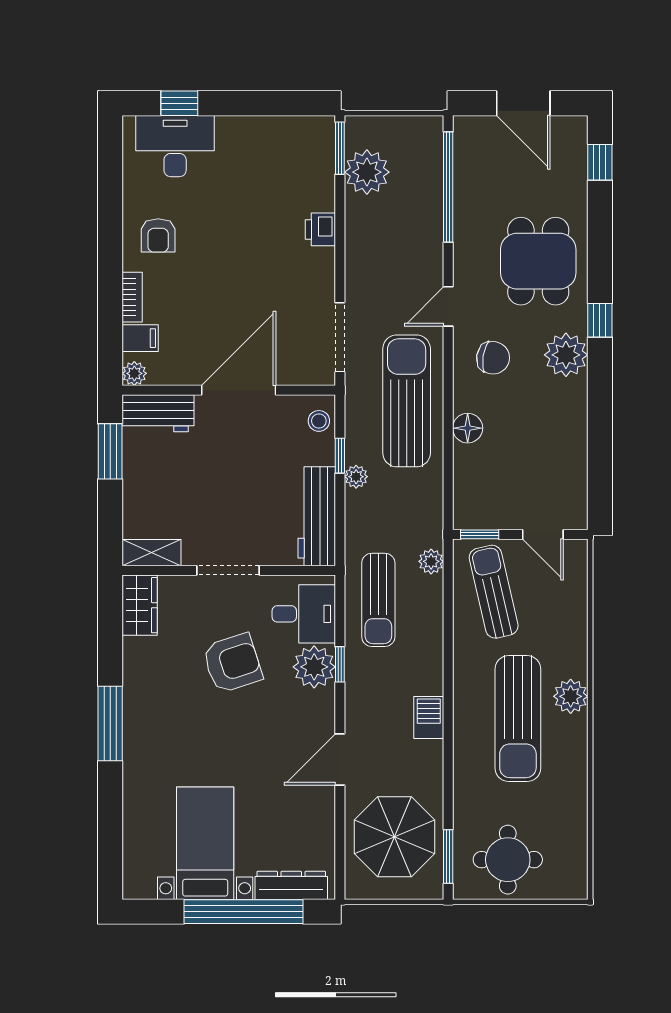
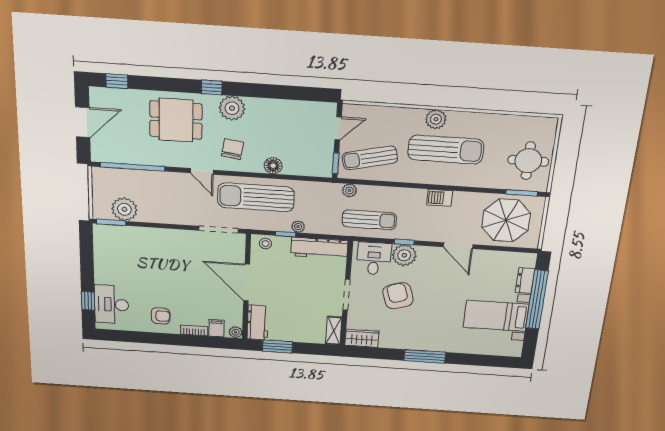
printer: (320, 229) -> (157, 235), removed
dresser: (291, 885) -> (525, 281), width x0.70

